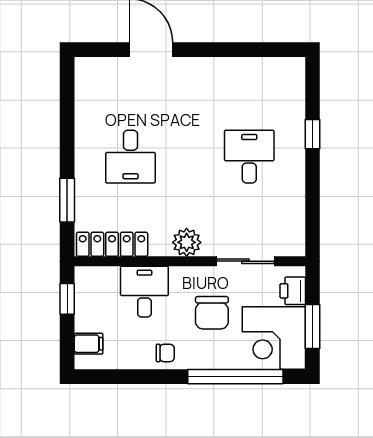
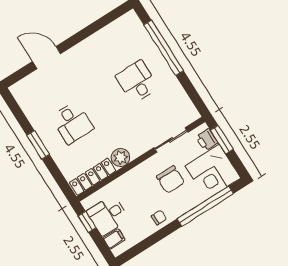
window: (313, 134) -> (164, 48), width x3.17
window: (67, 200) -> (38, 145), moved
plant: (187, 242) -> (121, 157), moved
desk: (144, 292) -> (108, 215), moved, turned -90
window: (313, 327) -> (222, 140), moved

